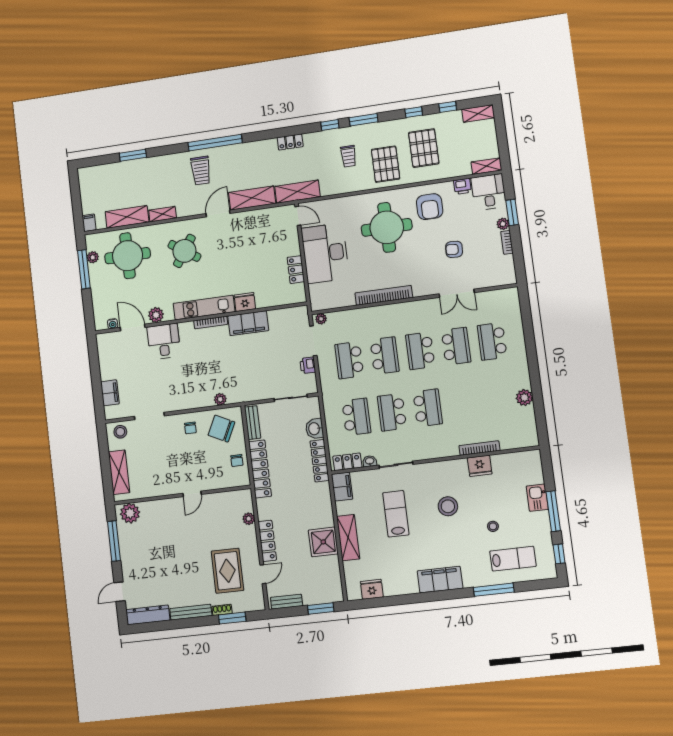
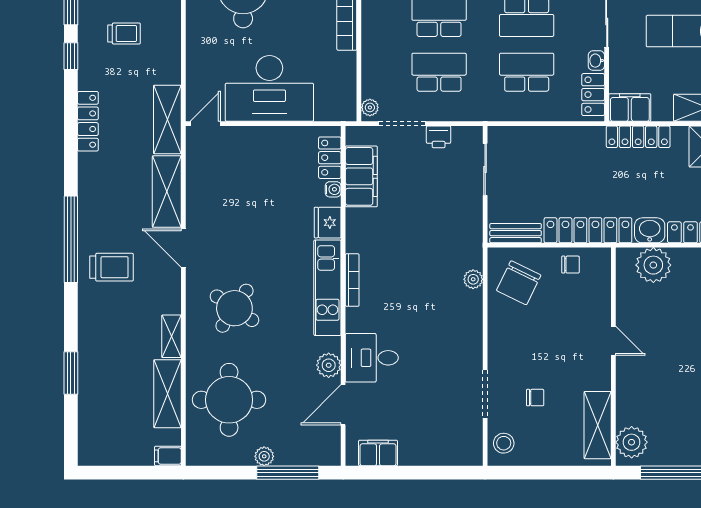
locker: (290, 142) -> (88, 121), width x1.53
plant: (93, 257) -> (264, 456), moved
window: (84, 269) -> (288, 473), moved
locker: (296, 270) -> (330, 158), moved, turned 90
filing cabinet: (248, 323) -> (361, 176), moved
water cooler: (113, 324) -> (333, 189), moved
school desk: (349, 360) -> (439, 72), turned 180
filing cabinet: (110, 393) -> (378, 453), moved
chair: (190, 428) -> (535, 398), moved
washbasin: (314, 429) -> (650, 230), moved, turned 180
locker: (320, 461) -> (638, 137), moved
shelving: (119, 472) -> (598, 425), moved, turned 90
plant: (249, 519) -> (653, 265), width x1.88, depth x1.88

